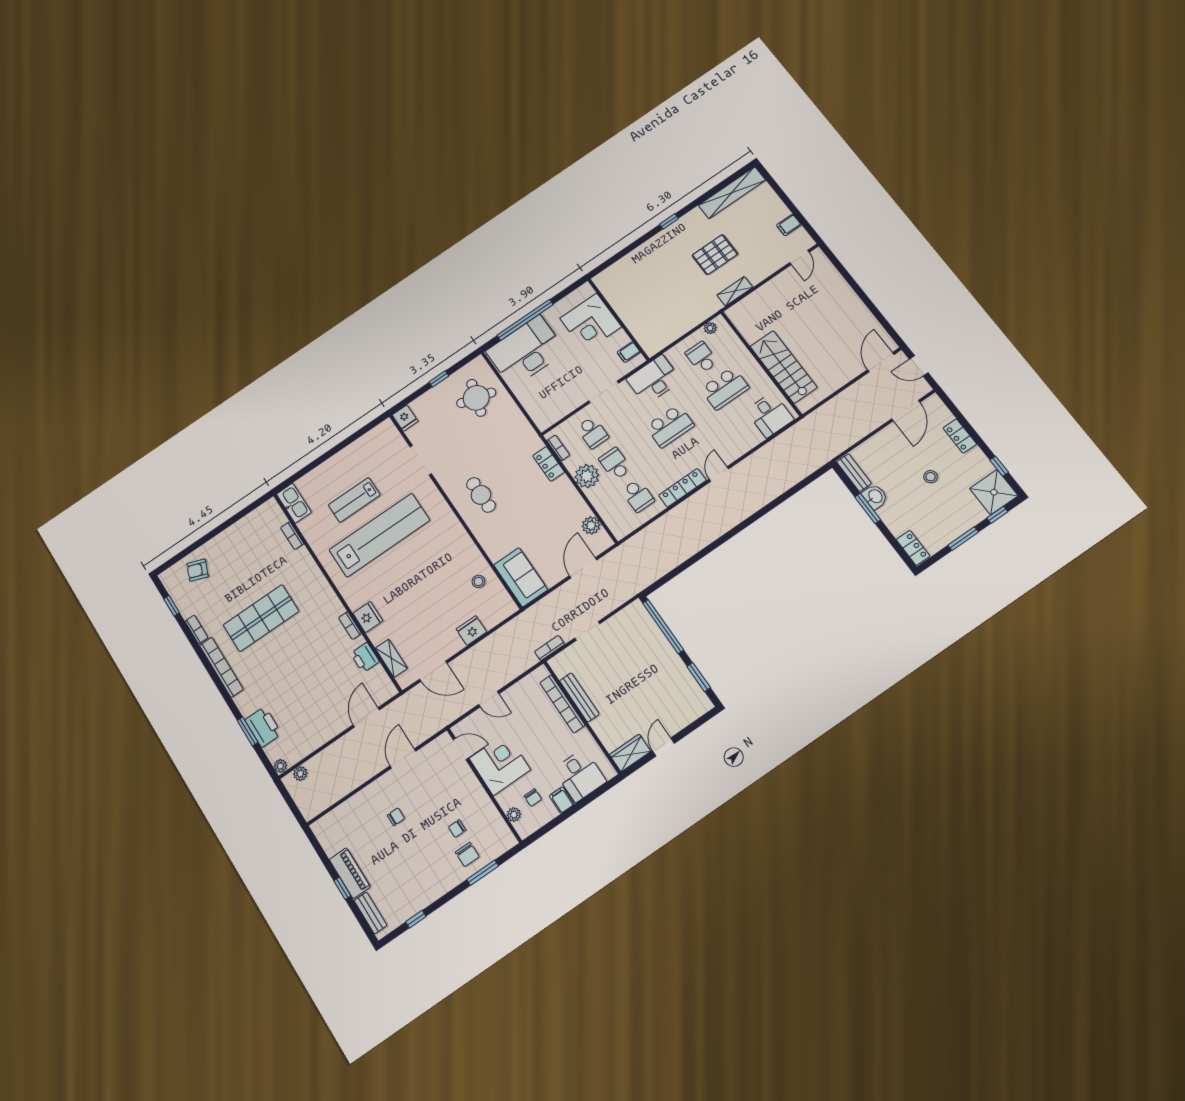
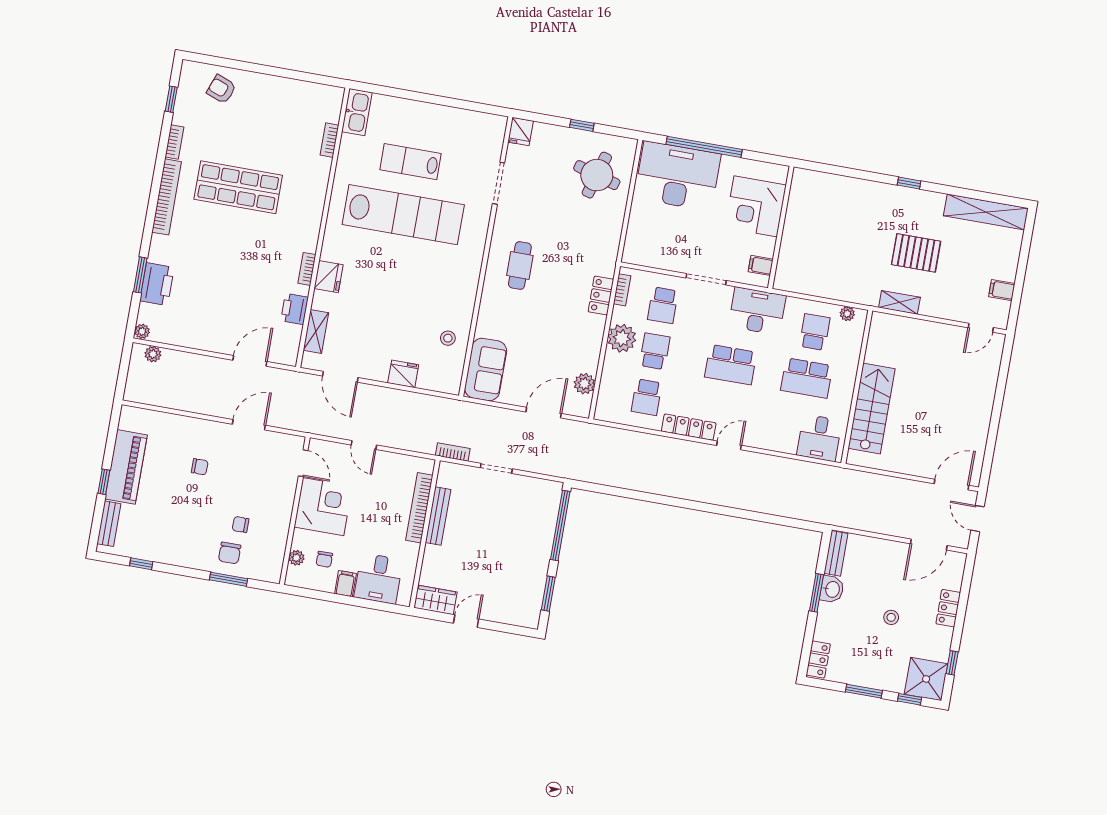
piano: (350, 873) -> (126, 467), width x1.37, depth x1.33

